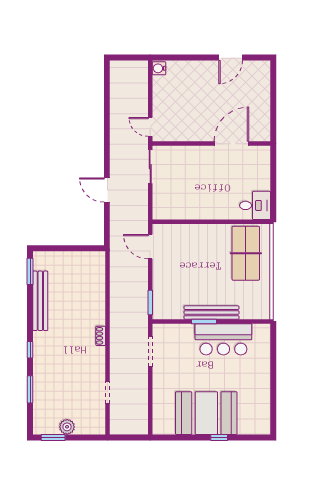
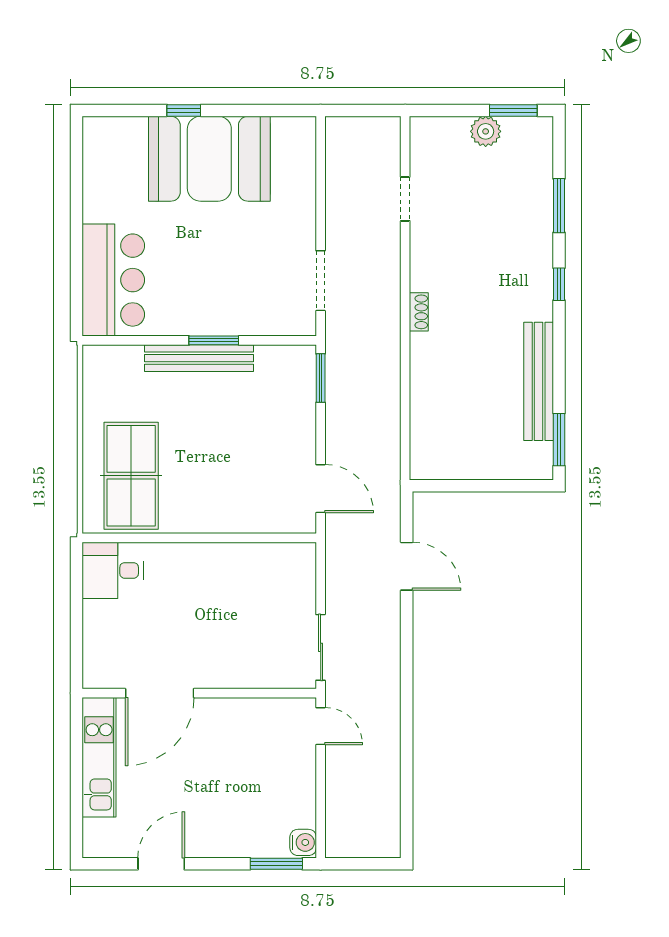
window: (173, 58) -> (276, 864), added
kitchen unit: (262, 111) -> (99, 757), added
door: (107, 190) -> (407, 566), moved
bar counter: (223, 339) -> (113, 280), moved, turned 90

